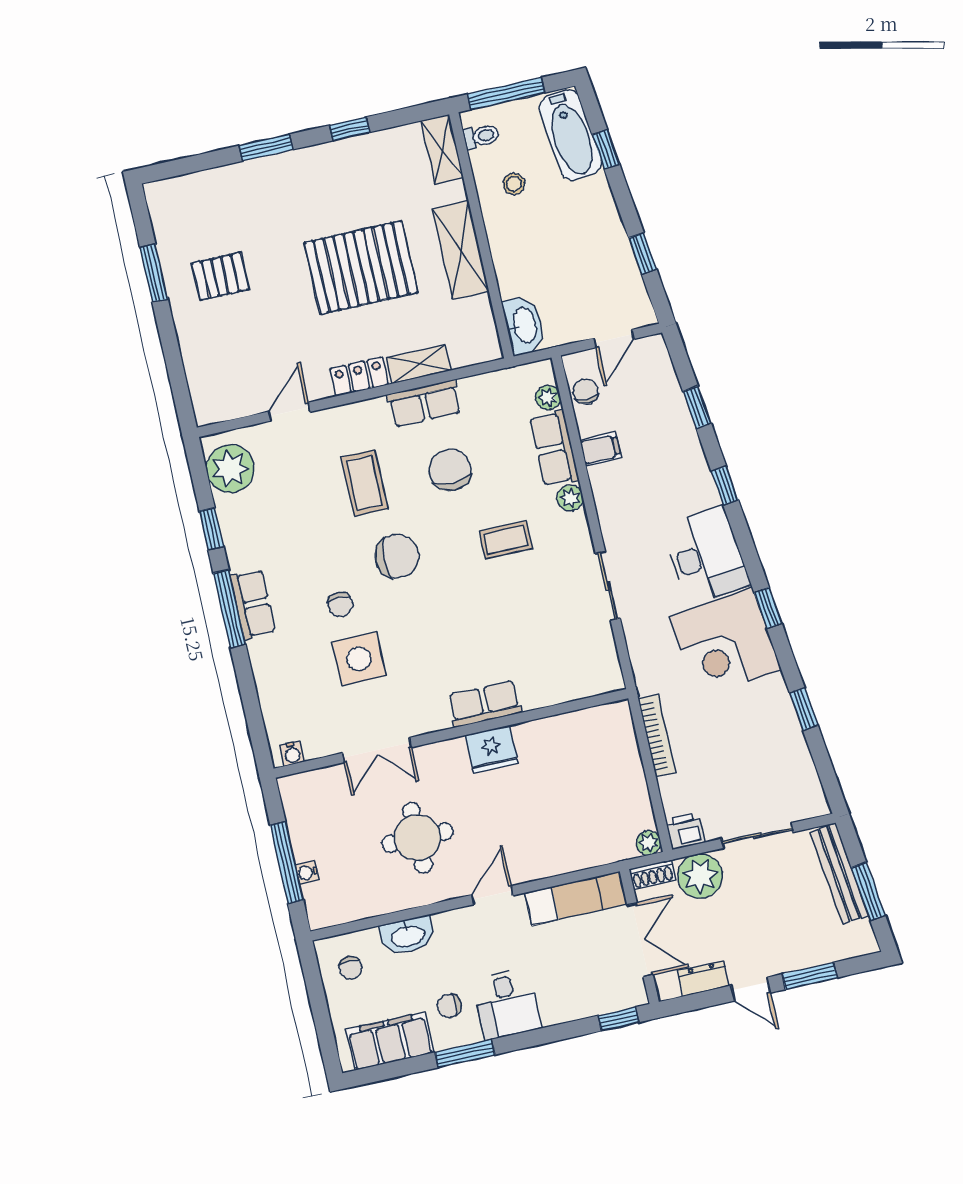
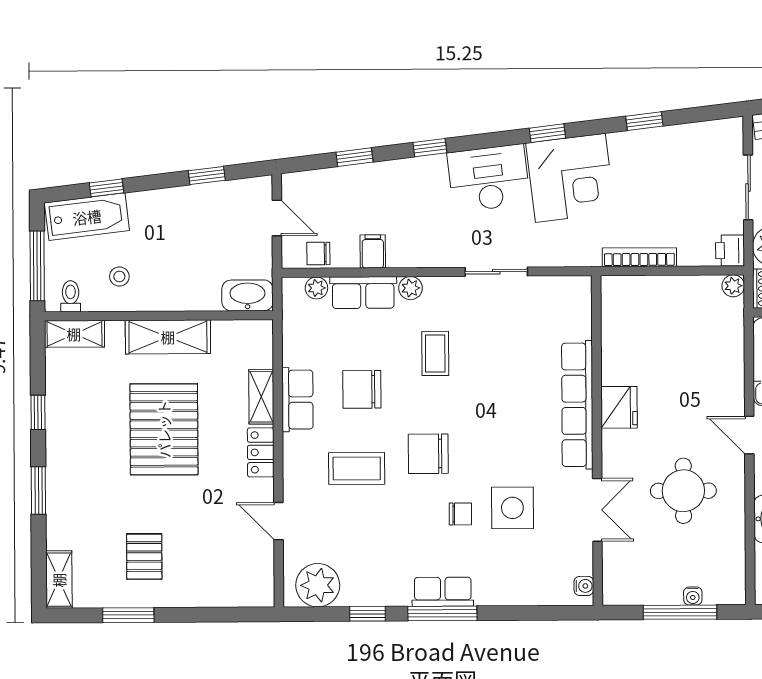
shelving: (175, 190) -> (59, 580), added
chair: (397, 556) -> (428, 454), turned -90
row of seats: (484, 704) -> (577, 405), width x2.02

